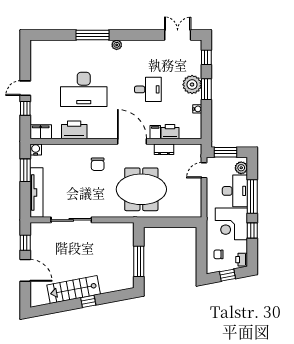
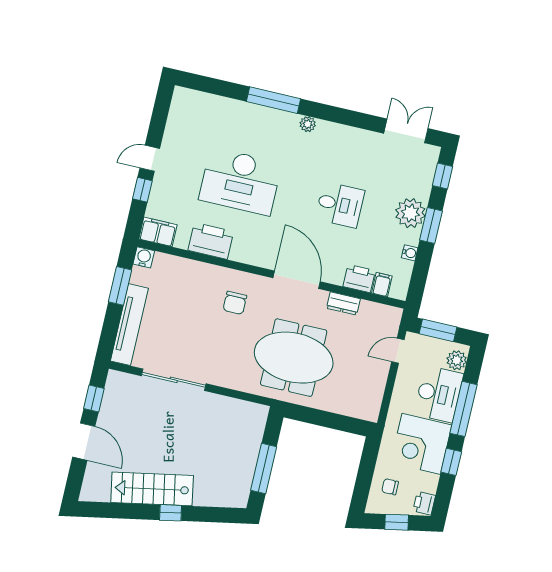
filing cabinet: (155, 132) -> (382, 285), moved

